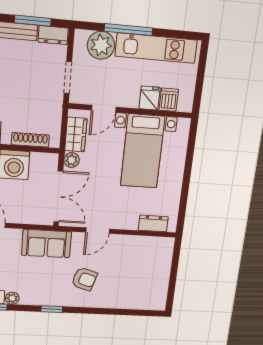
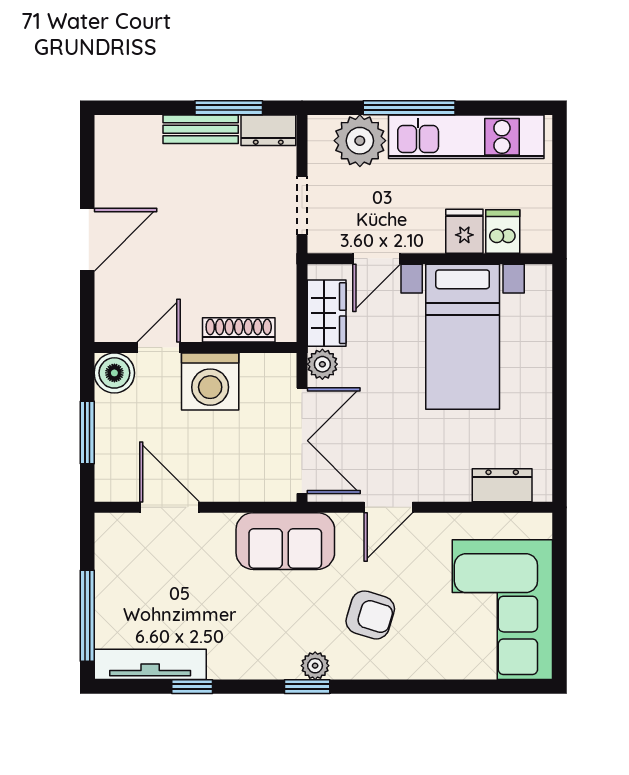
corner sofa: (146, 279) -> (502, 610), added
plant: (12, 298) -> (315, 666), moved

